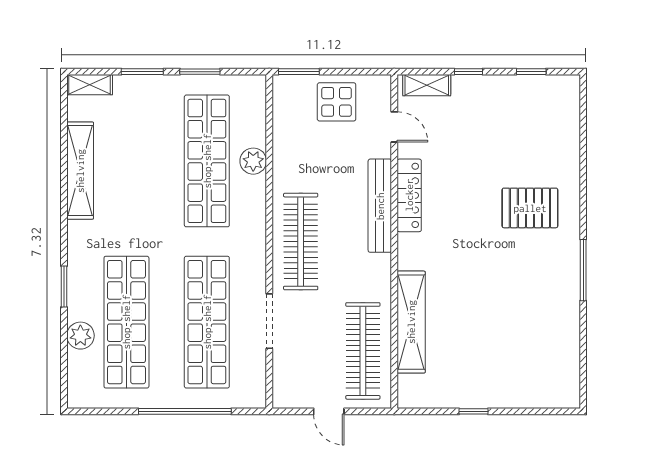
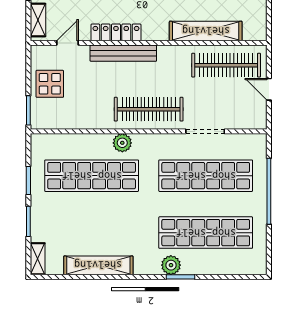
plant: (253, 161) -> (122, 143), moved
plant: (80, 336) -> (171, 265), moved
door: (329, 411) -> (269, 89), swing flipped

